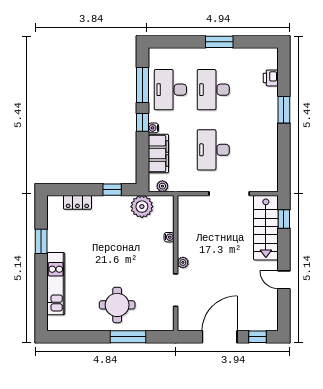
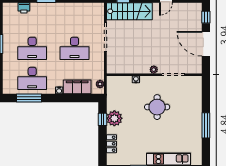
window: (143, 122) -> (55, 98), removed
plant: (142, 207) -> (114, 118), moved
round table: (117, 305) -> (157, 107), moved
window: (128, 337) -> (206, 125), moved

